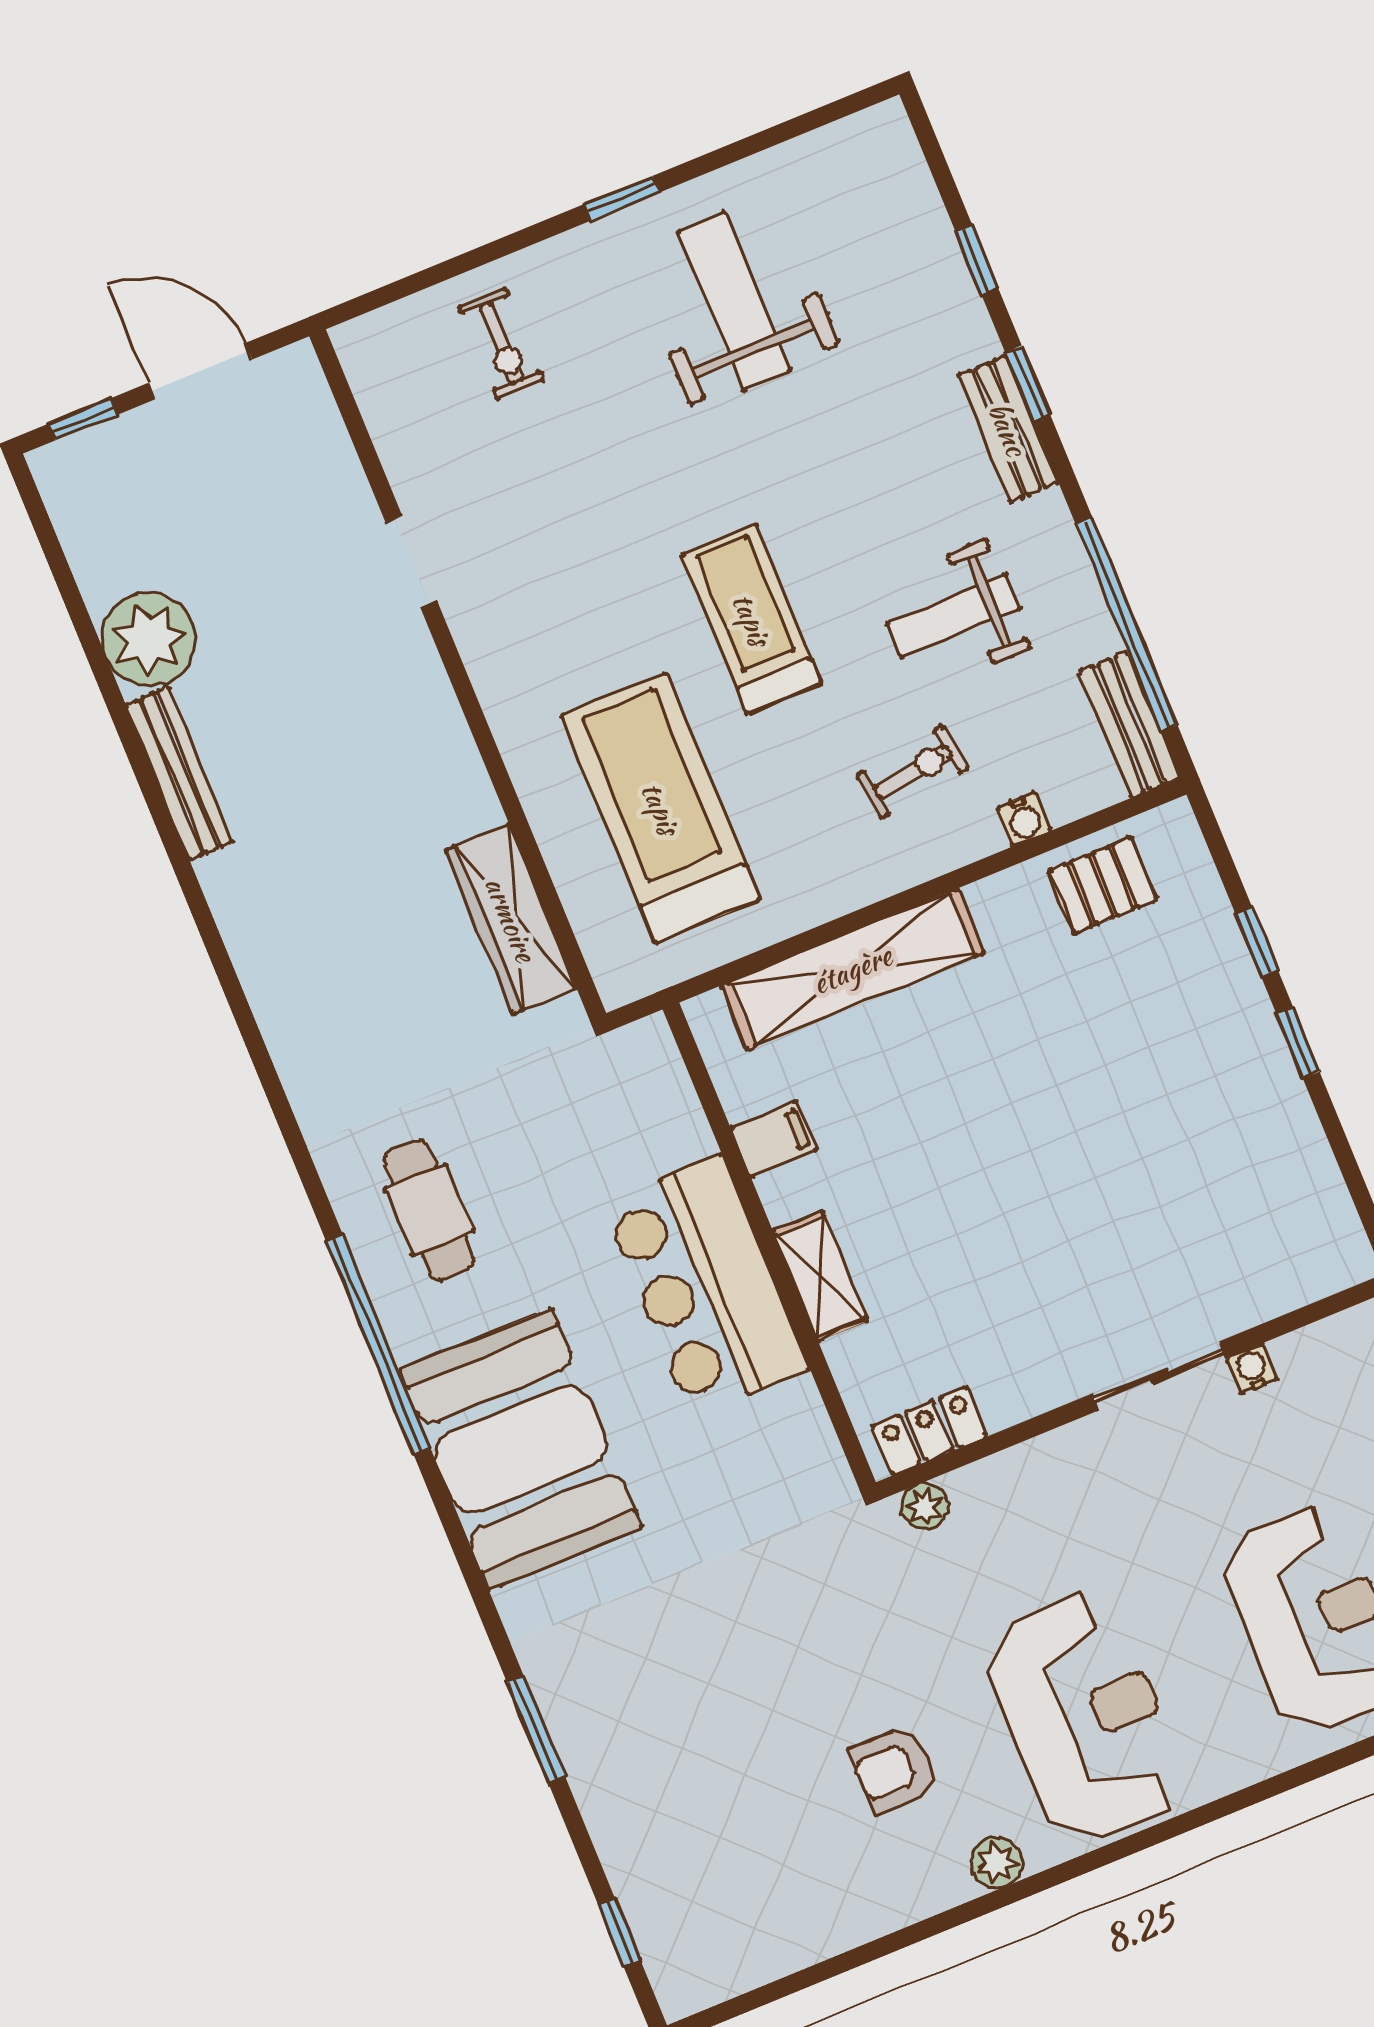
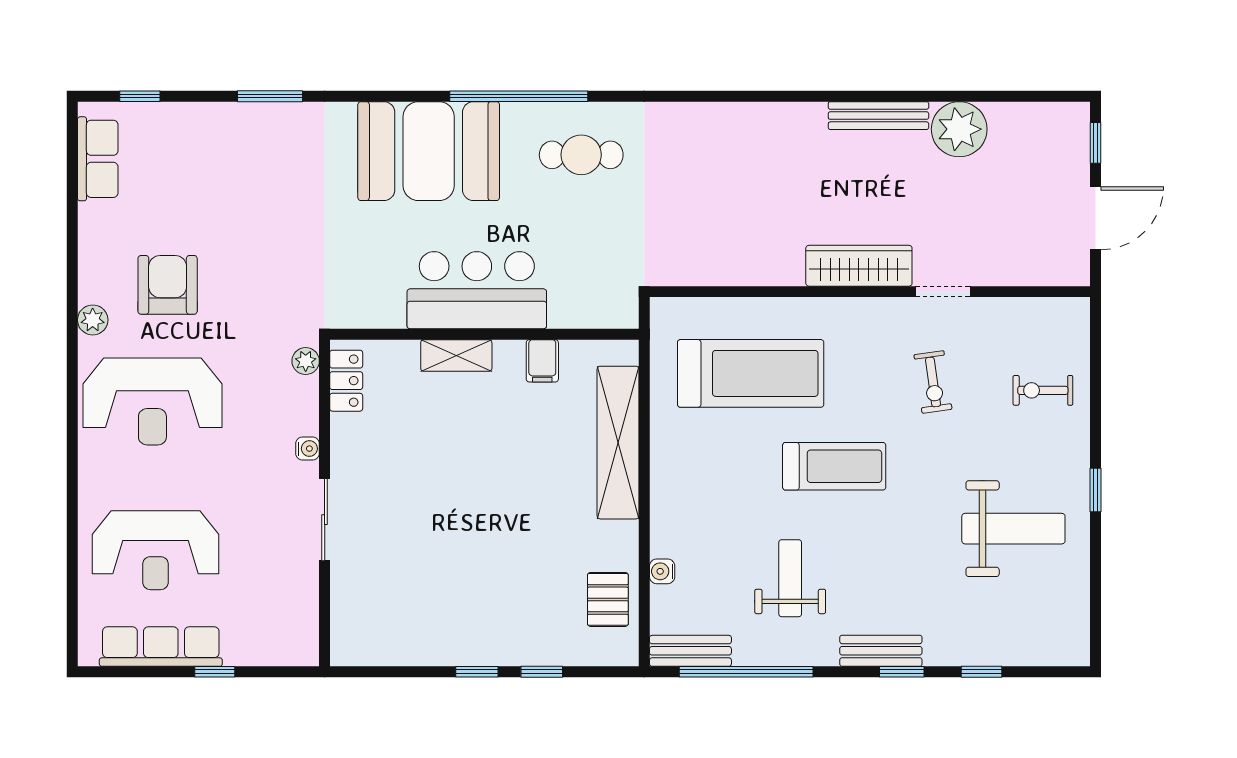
exercise bike: (913, 772) -> (933, 382), moved
wardrobe: (511, 919) -> (859, 266), moved
water cooler: (1252, 1369) -> (308, 449), moved
armchair: (894, 1769) -> (168, 285), width x1.38, depth x1.38
row of seats: (743, 1958) -> (98, 159), added

